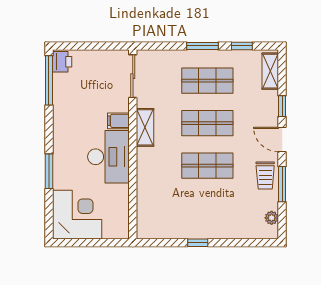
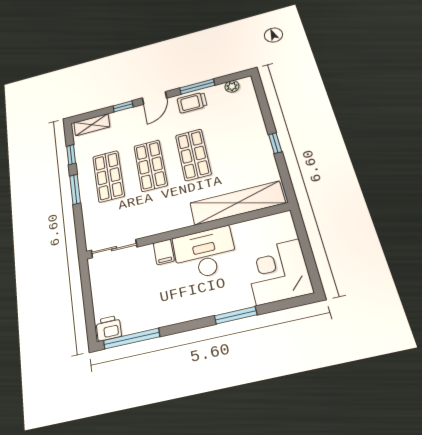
shelving: (145, 127) -> (237, 203), moved, width x2.20, depth x1.33
trolley: (265, 175) -> (192, 103), turned 180

